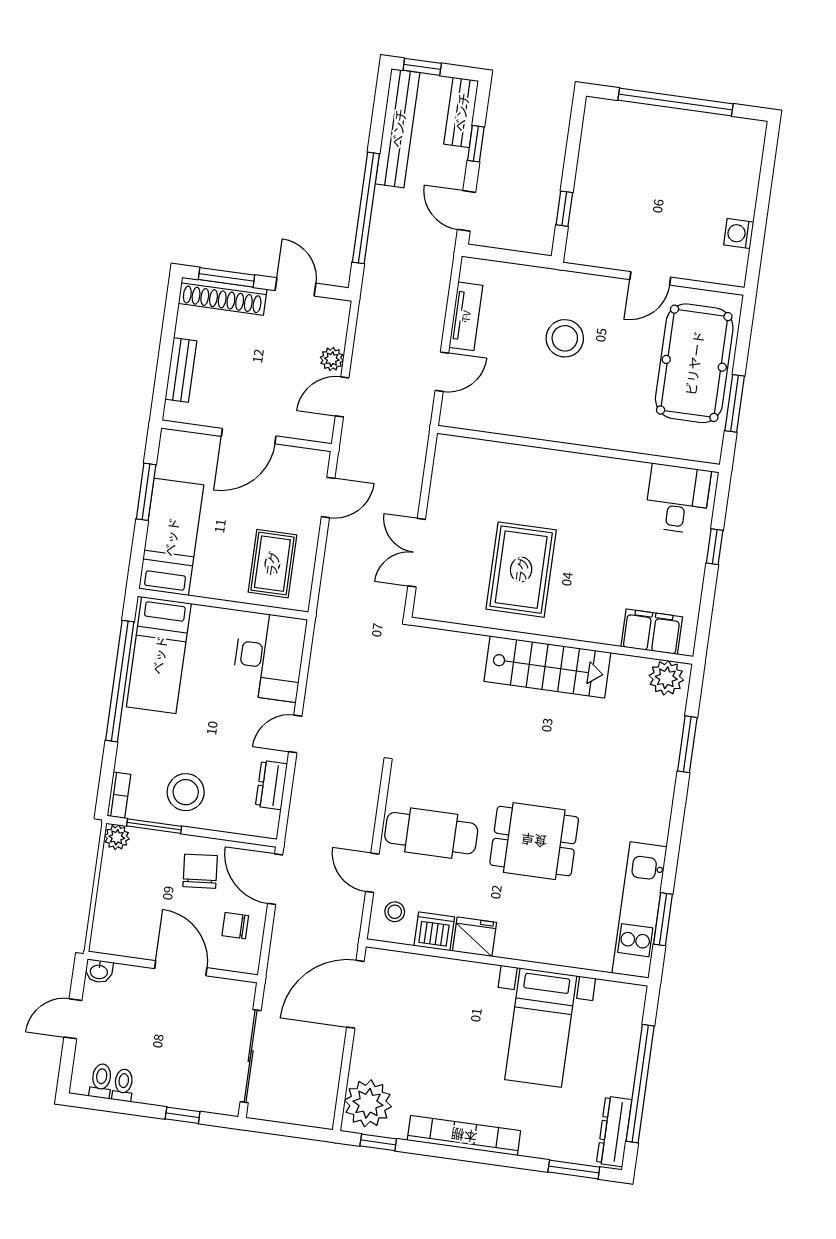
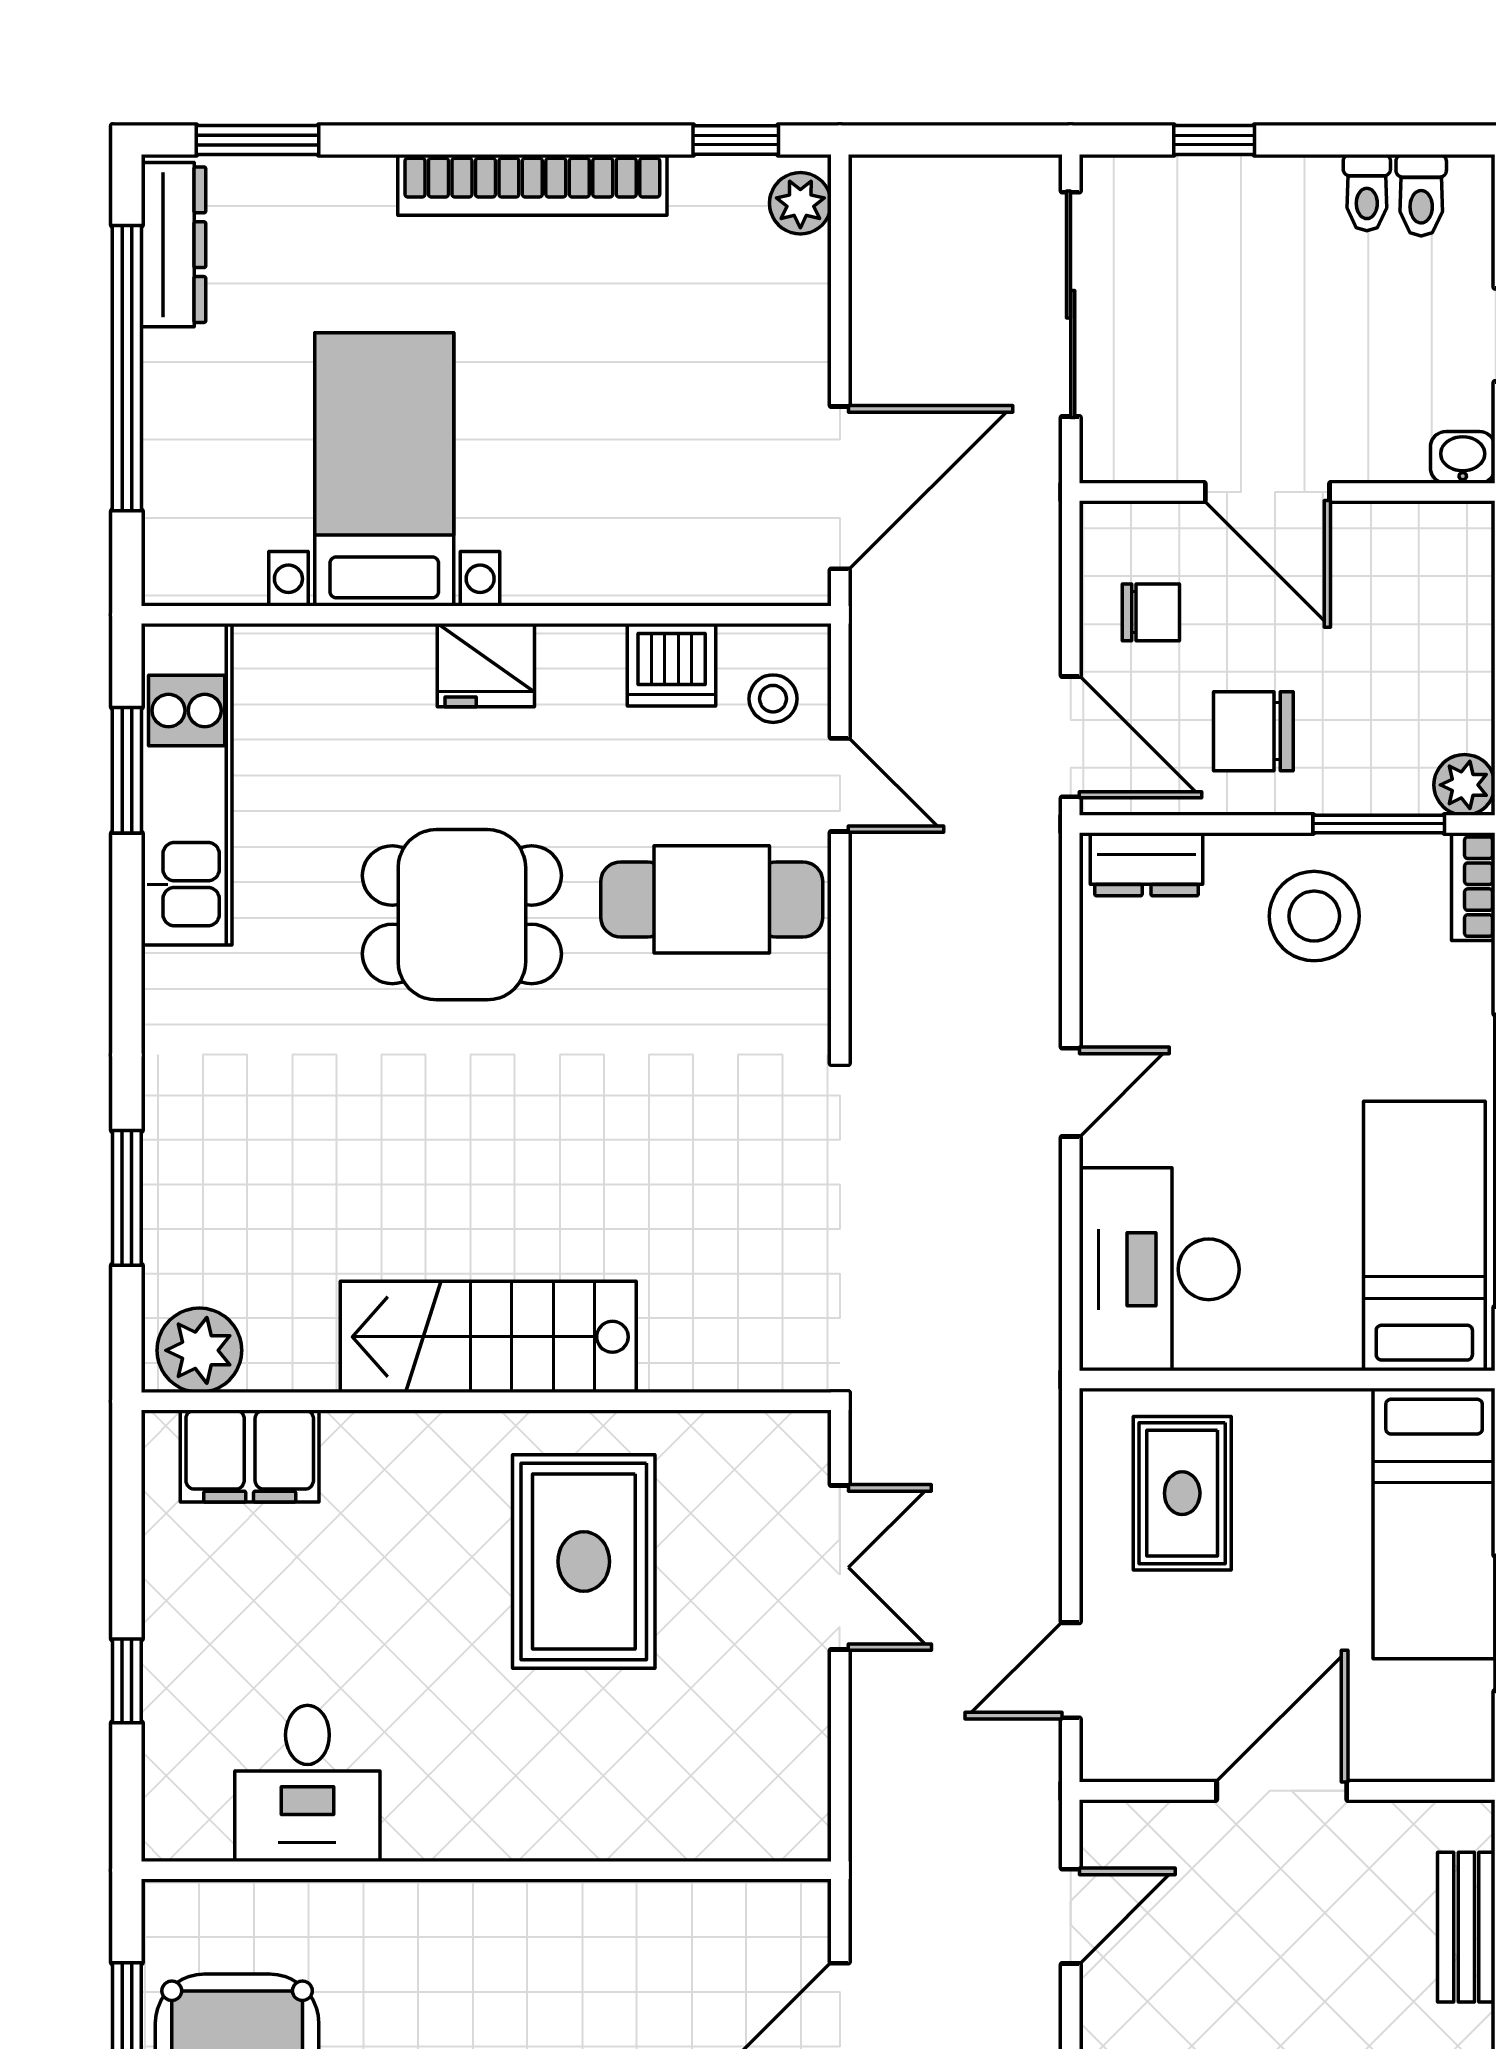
plant: (332, 359) -> (1108, 2004), removed
desk: (677, 499) -> (307, 1783), moved
dresser: (271, 785) -> (1147, 864), moved, turned 90
chair: (200, 871) -> (1253, 731), turned 95
fridge: (475, 937) -> (486, 665), moved
plant: (368, 1103) -> (800, 203), width x0.53, depth x0.53

